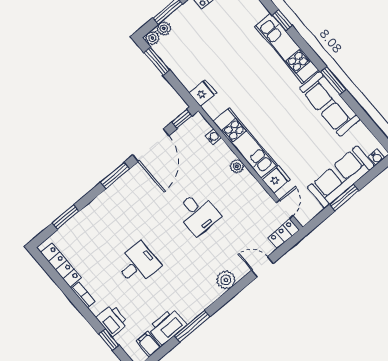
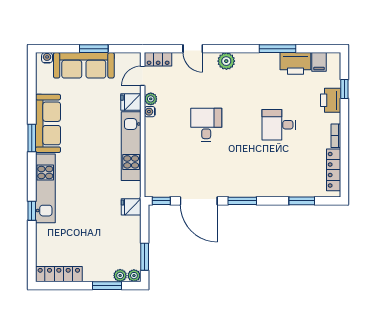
water cooler: (213, 137) -> (150, 112), moved
door: (151, 145) -> (199, 201), swing flipped
plant: (237, 166) -> (151, 99), moved

